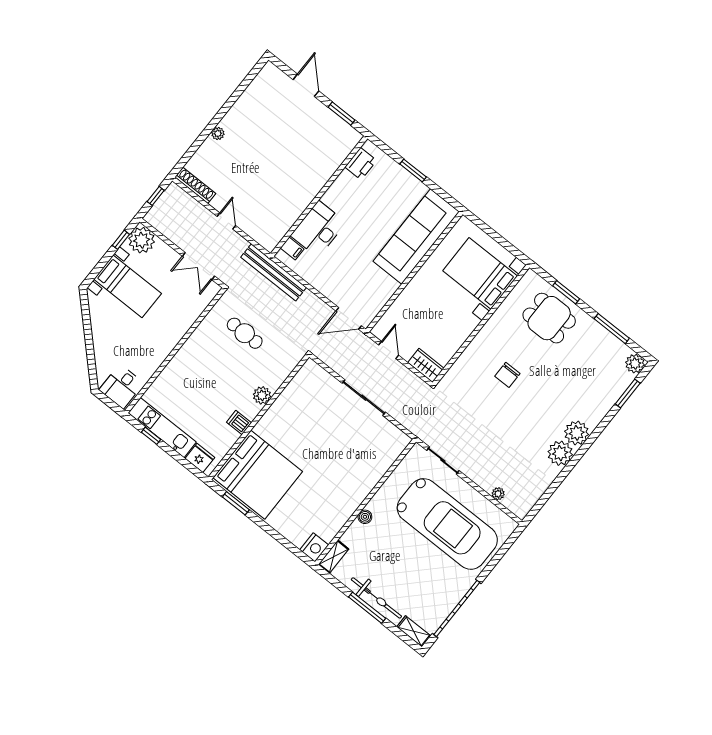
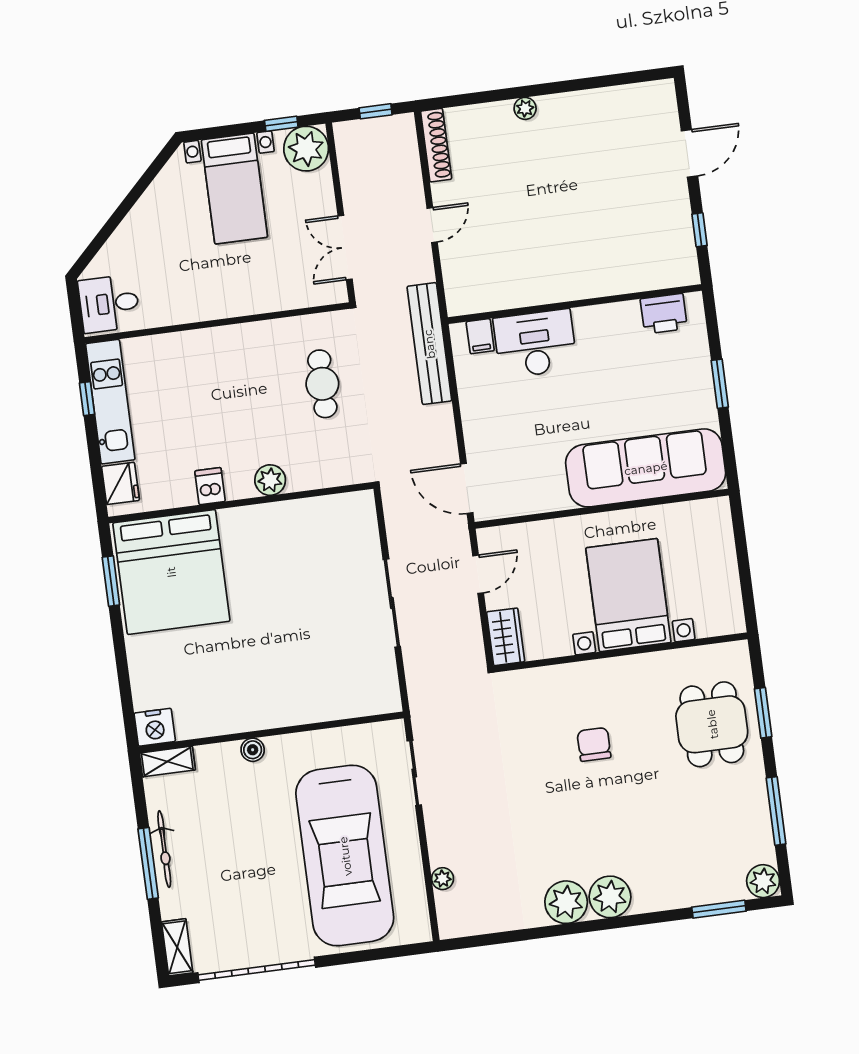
window: (341, 114) -> (699, 230), width x0.67
bed with nightstands: (480, 273) -> (628, 595), moved
chair: (507, 375) -> (594, 744), turned 90
bicycle: (376, 598) -> (164, 849), width x0.73, depth x0.71

